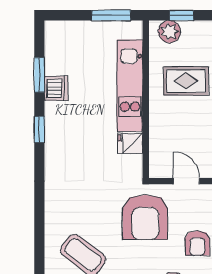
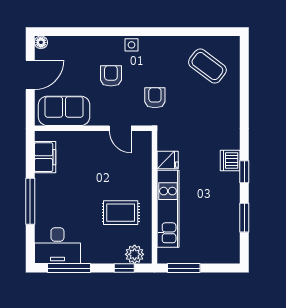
dishwasher: (56, 88) -> (230, 161), moved
armchair: (145, 217) -> (155, 98), width x0.53, depth x0.53

